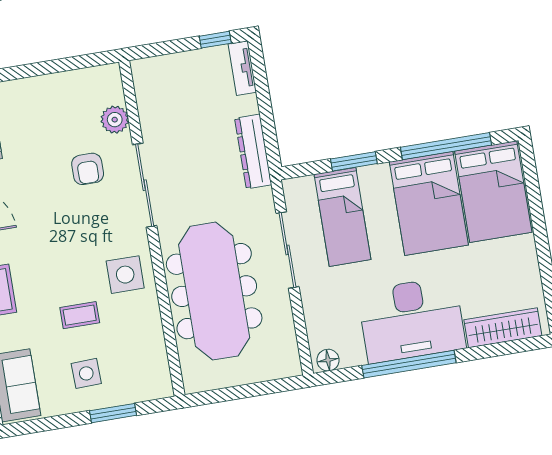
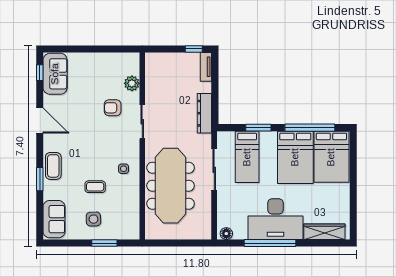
armchair: (88, 169) -> (113, 108), turned 90
sliding door: (145, 185) -> (142, 122), width x0.73
side table: (125, 275) -> (124, 169), width x0.54, depth x0.54

